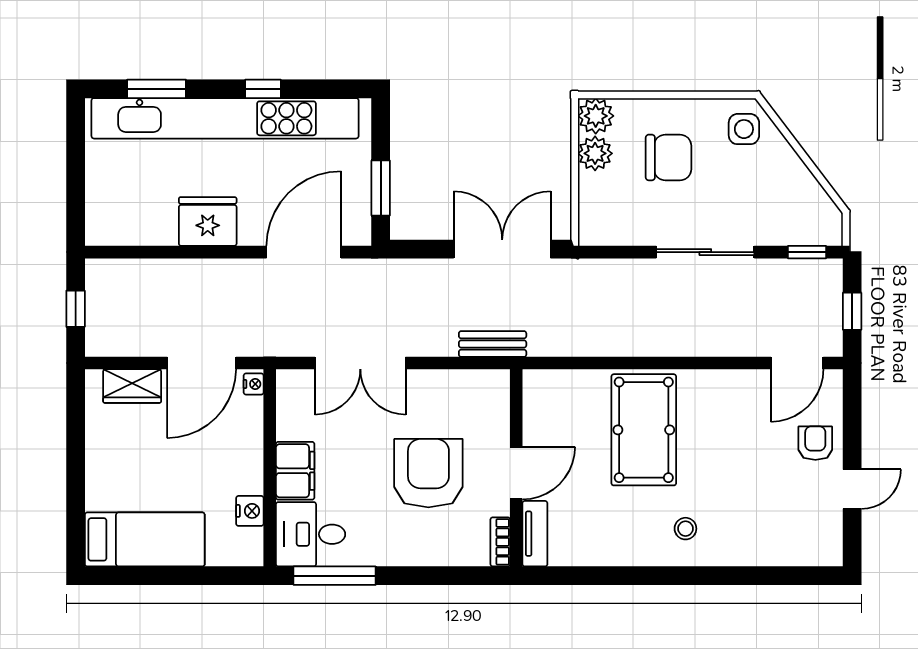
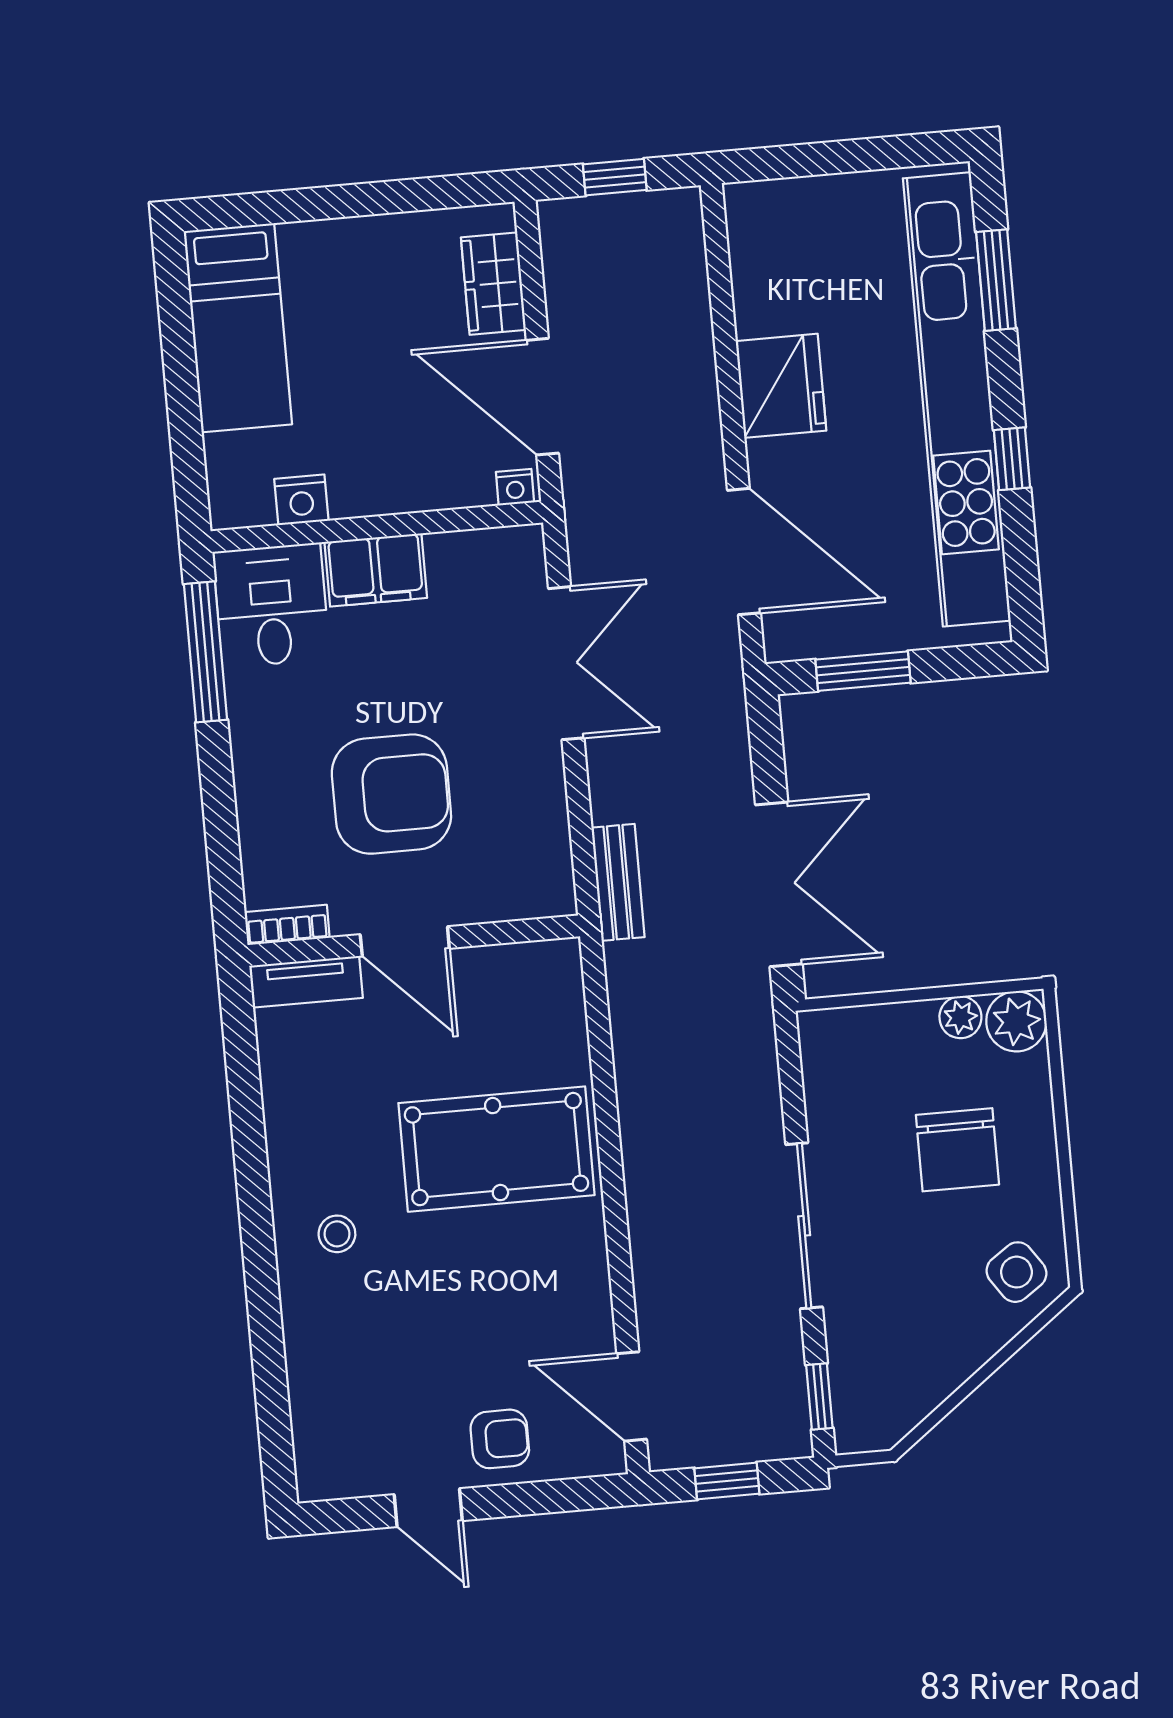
side table: (744, 129) -> (1016, 1272), turned -35
plant: (595, 153) -> (960, 1017), width x0.73, depth x0.73
double door: (360, 363) -> (566, 663), swing flipped

